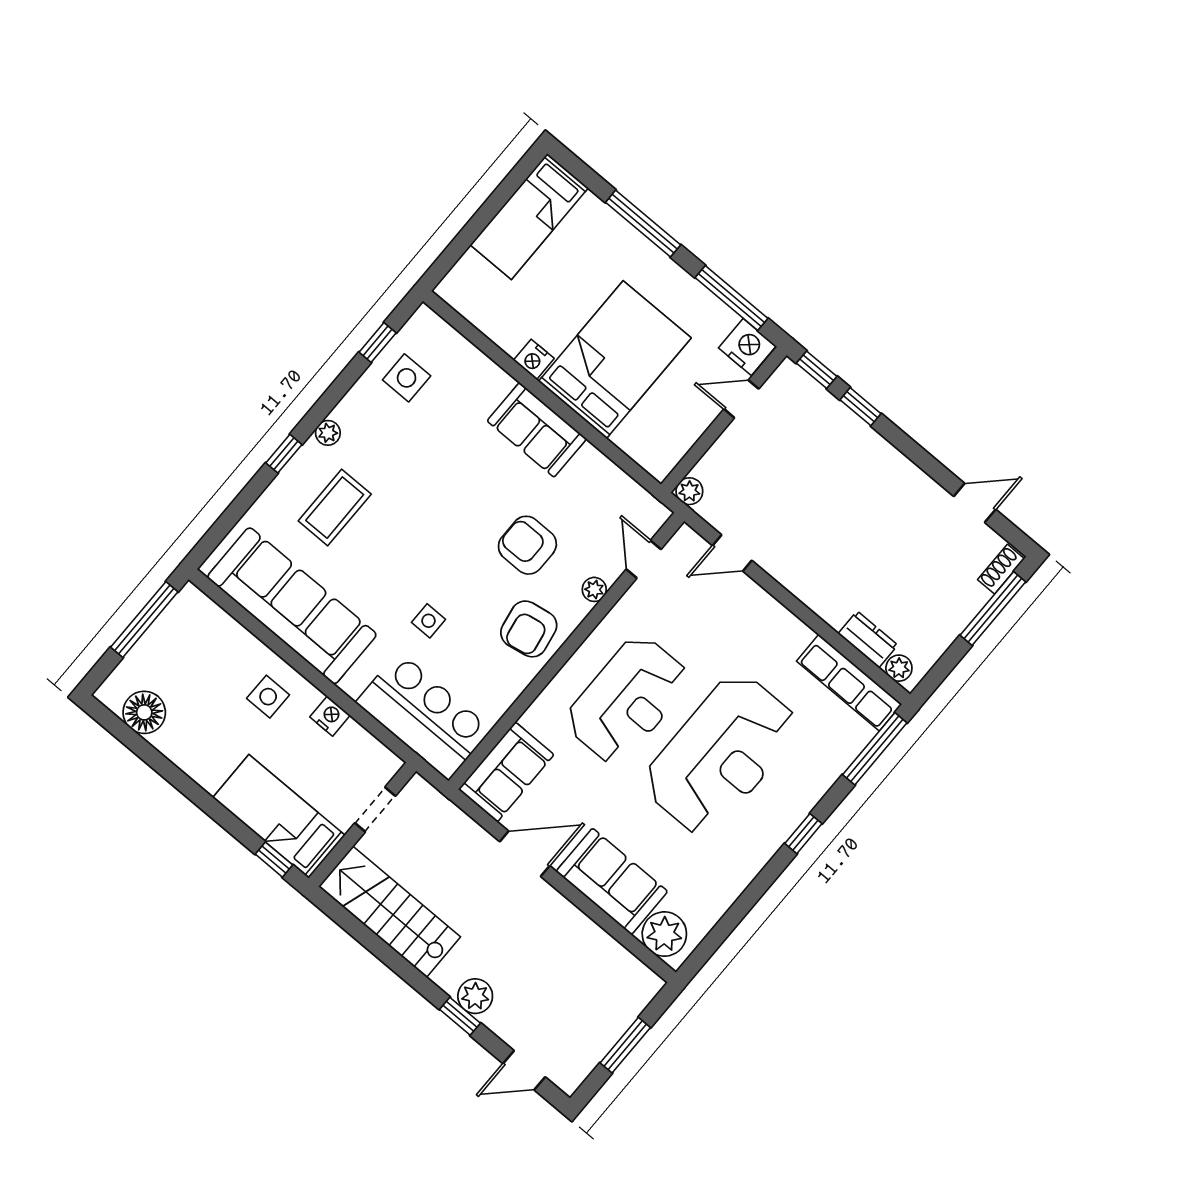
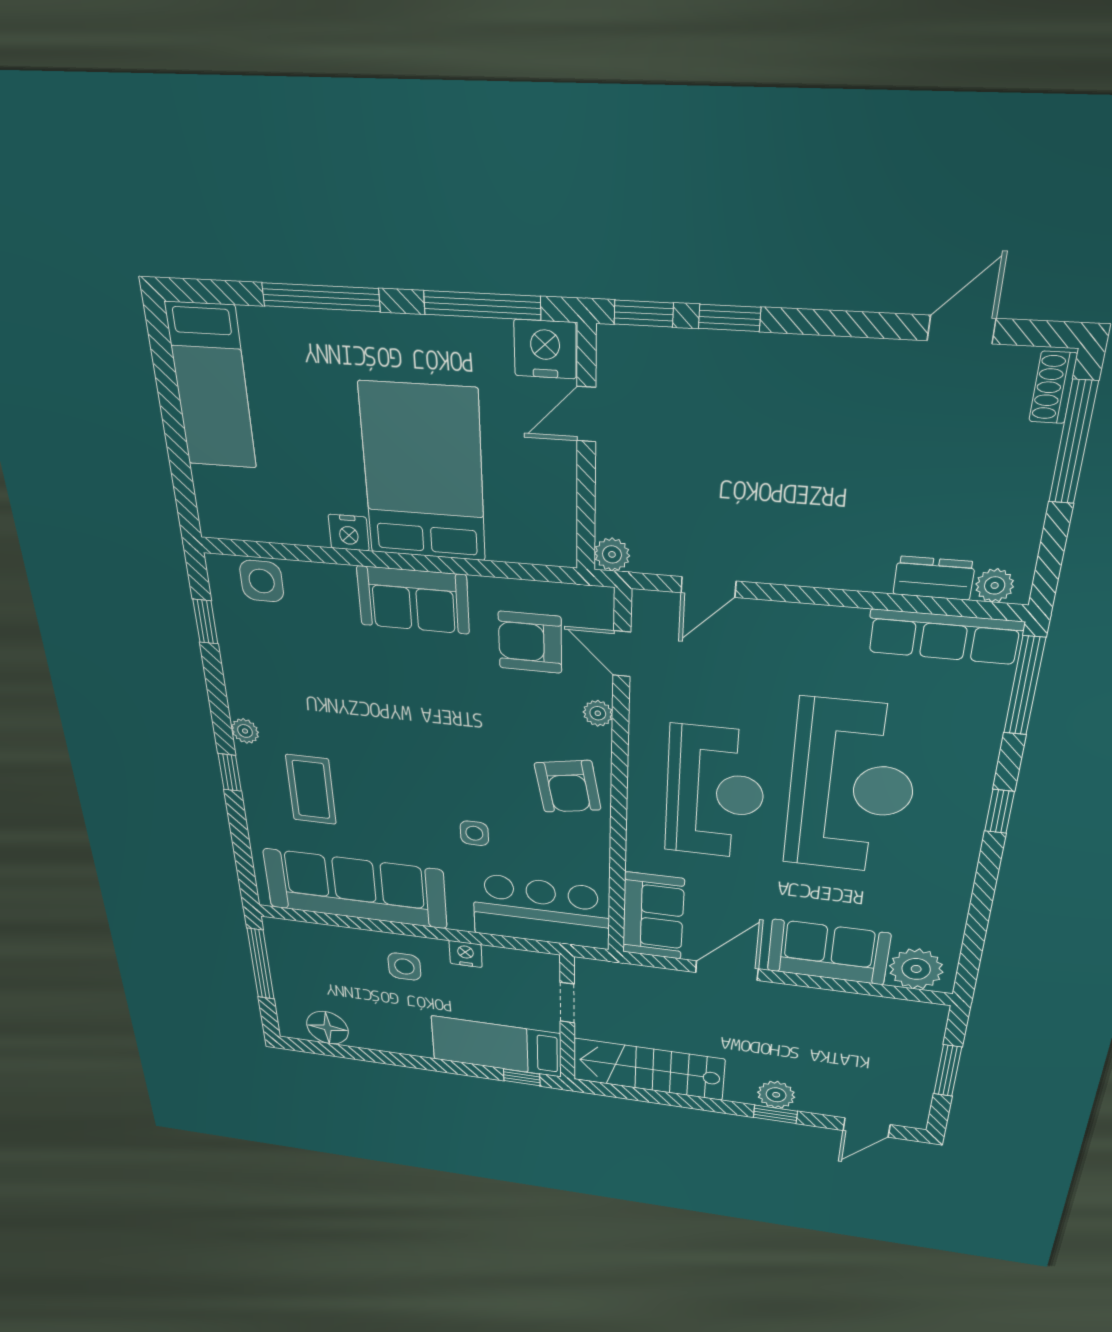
side table: (407, 378) -> (262, 581), moved
armchair: (527, 545) -> (530, 642), moved

